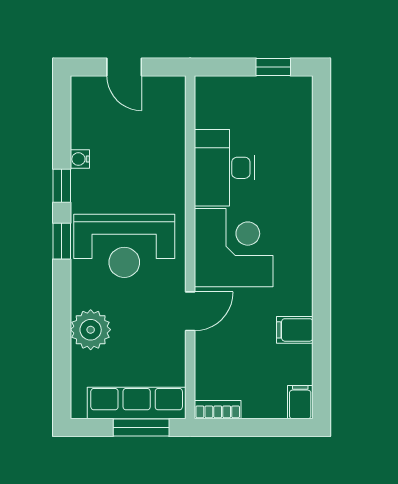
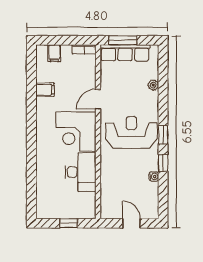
window: (273, 67) -> (69, 223), moved
plant: (91, 330) -> (153, 85), width x0.53, depth x0.53
filing cabinet: (300, 402) -> (54, 53), moved

